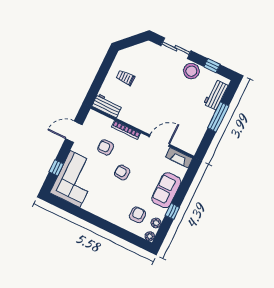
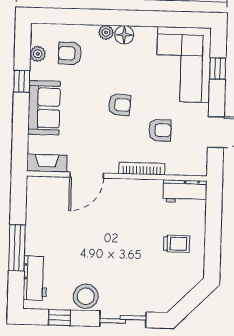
floor lamp: (101, 211) -> (124, 35), added
armchair: (137, 215) -> (70, 53), turned 90
plant: (150, 236) -> (106, 32), moved

